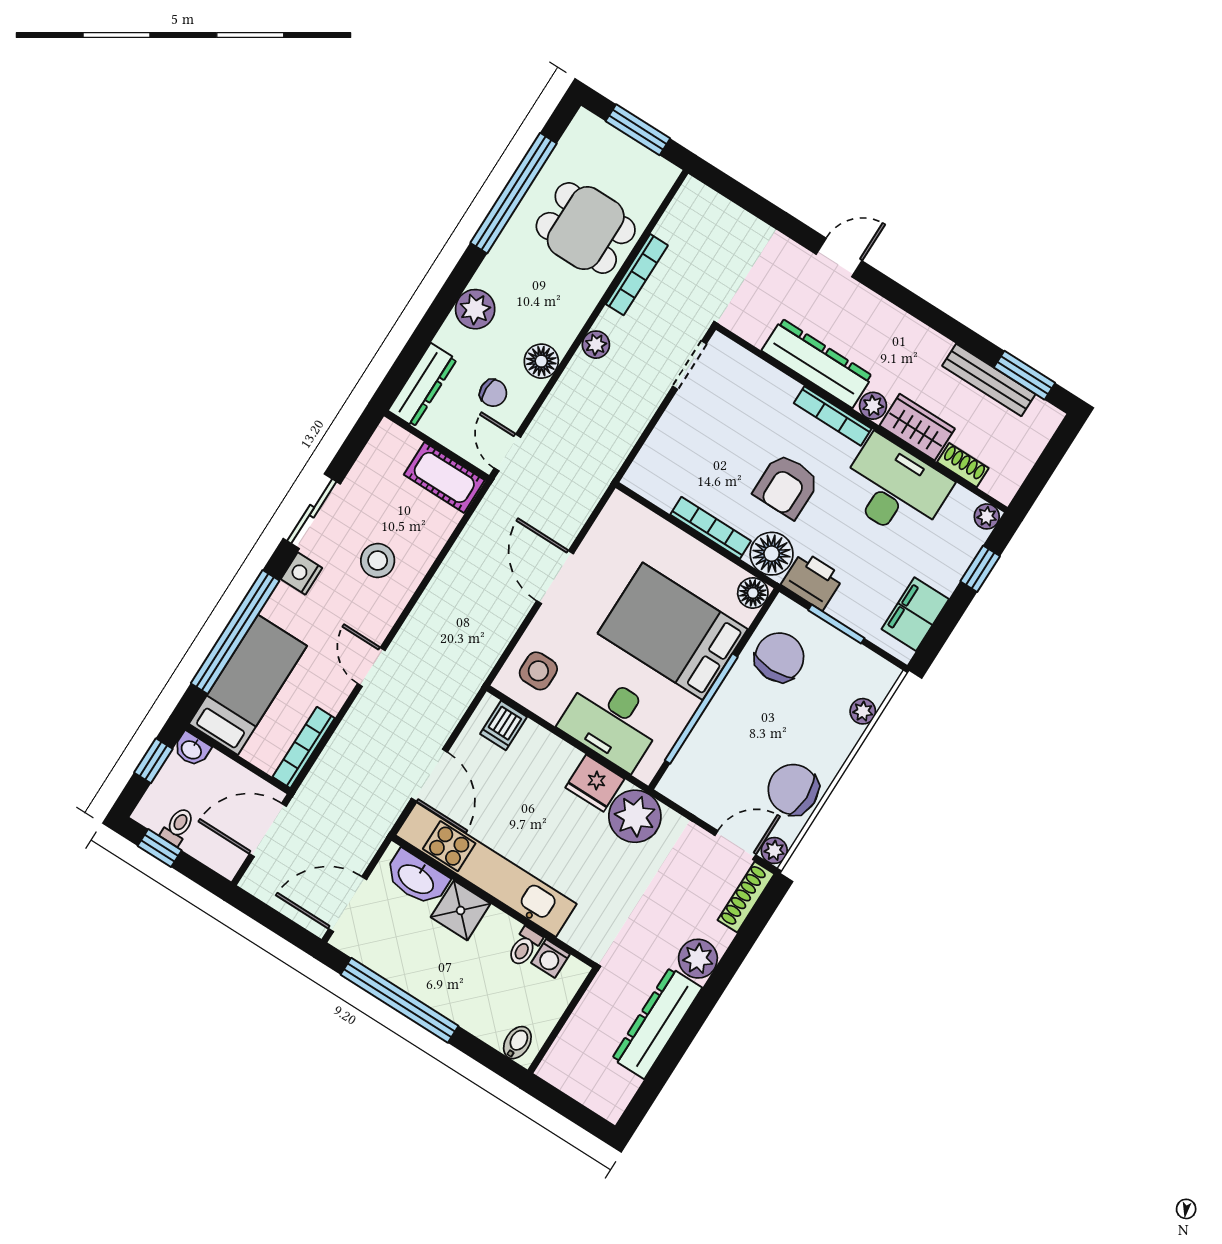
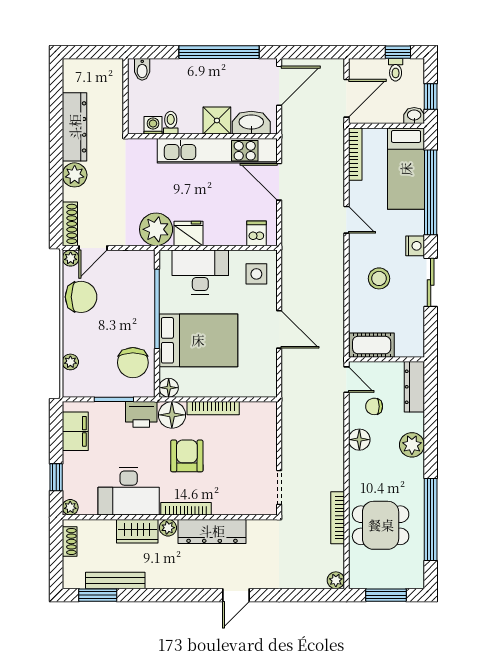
plant: (596, 345) -> (336, 580), moved
shoe rack: (963, 465) -> (70, 541), moved, turned -90

